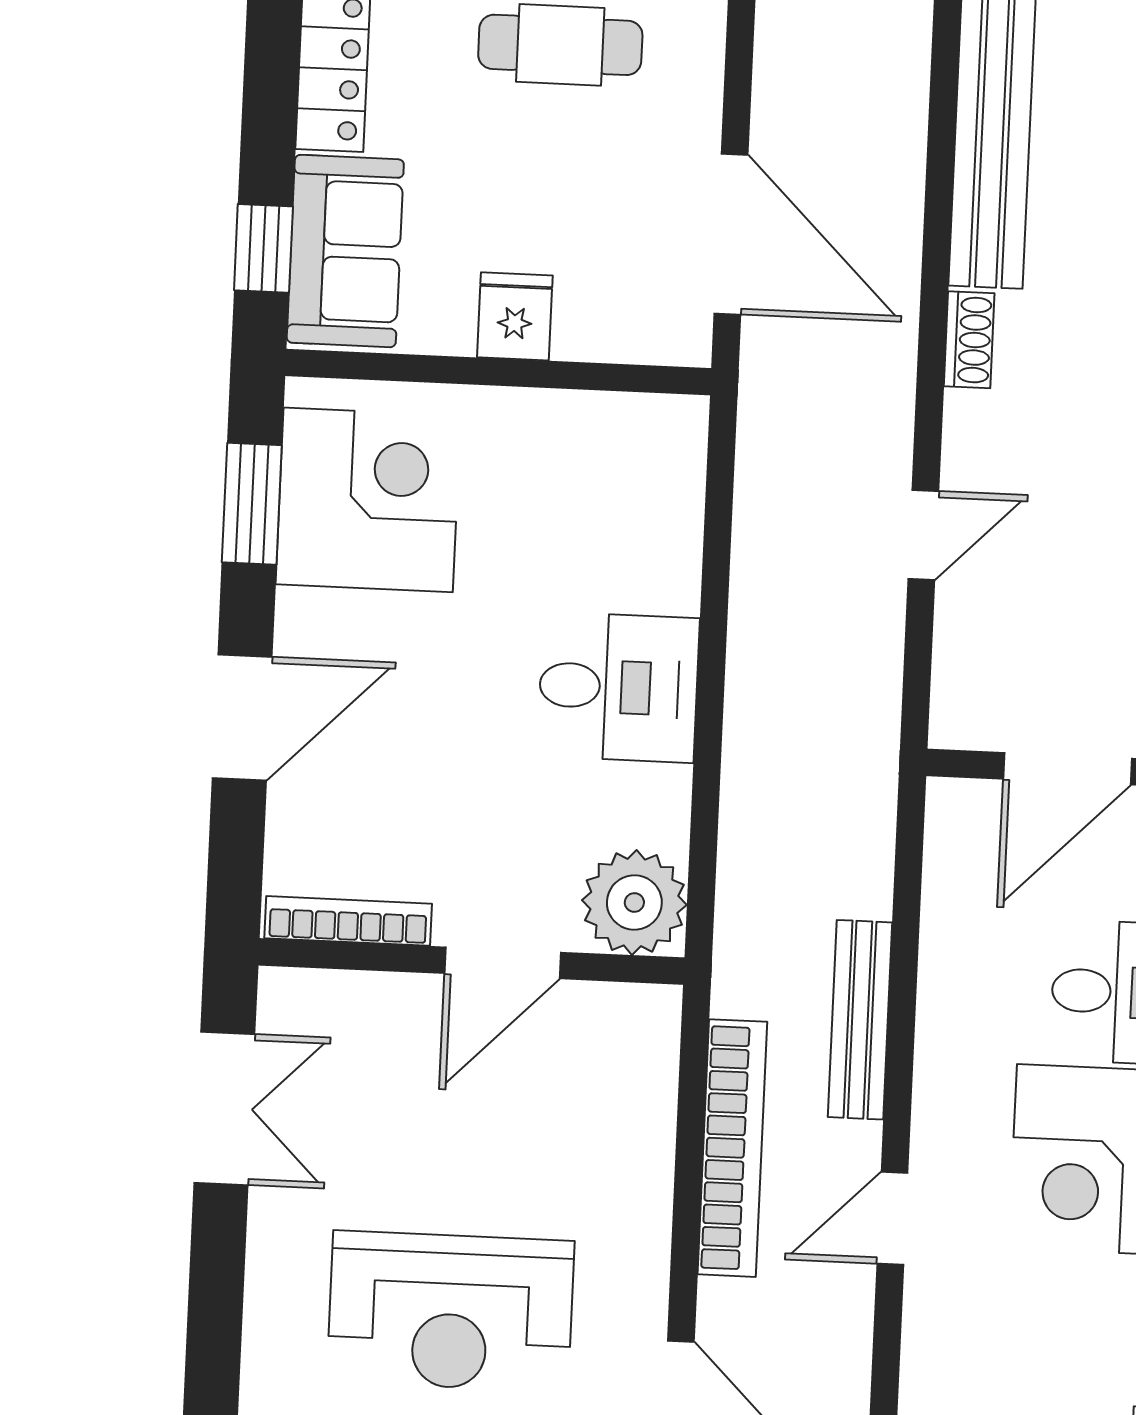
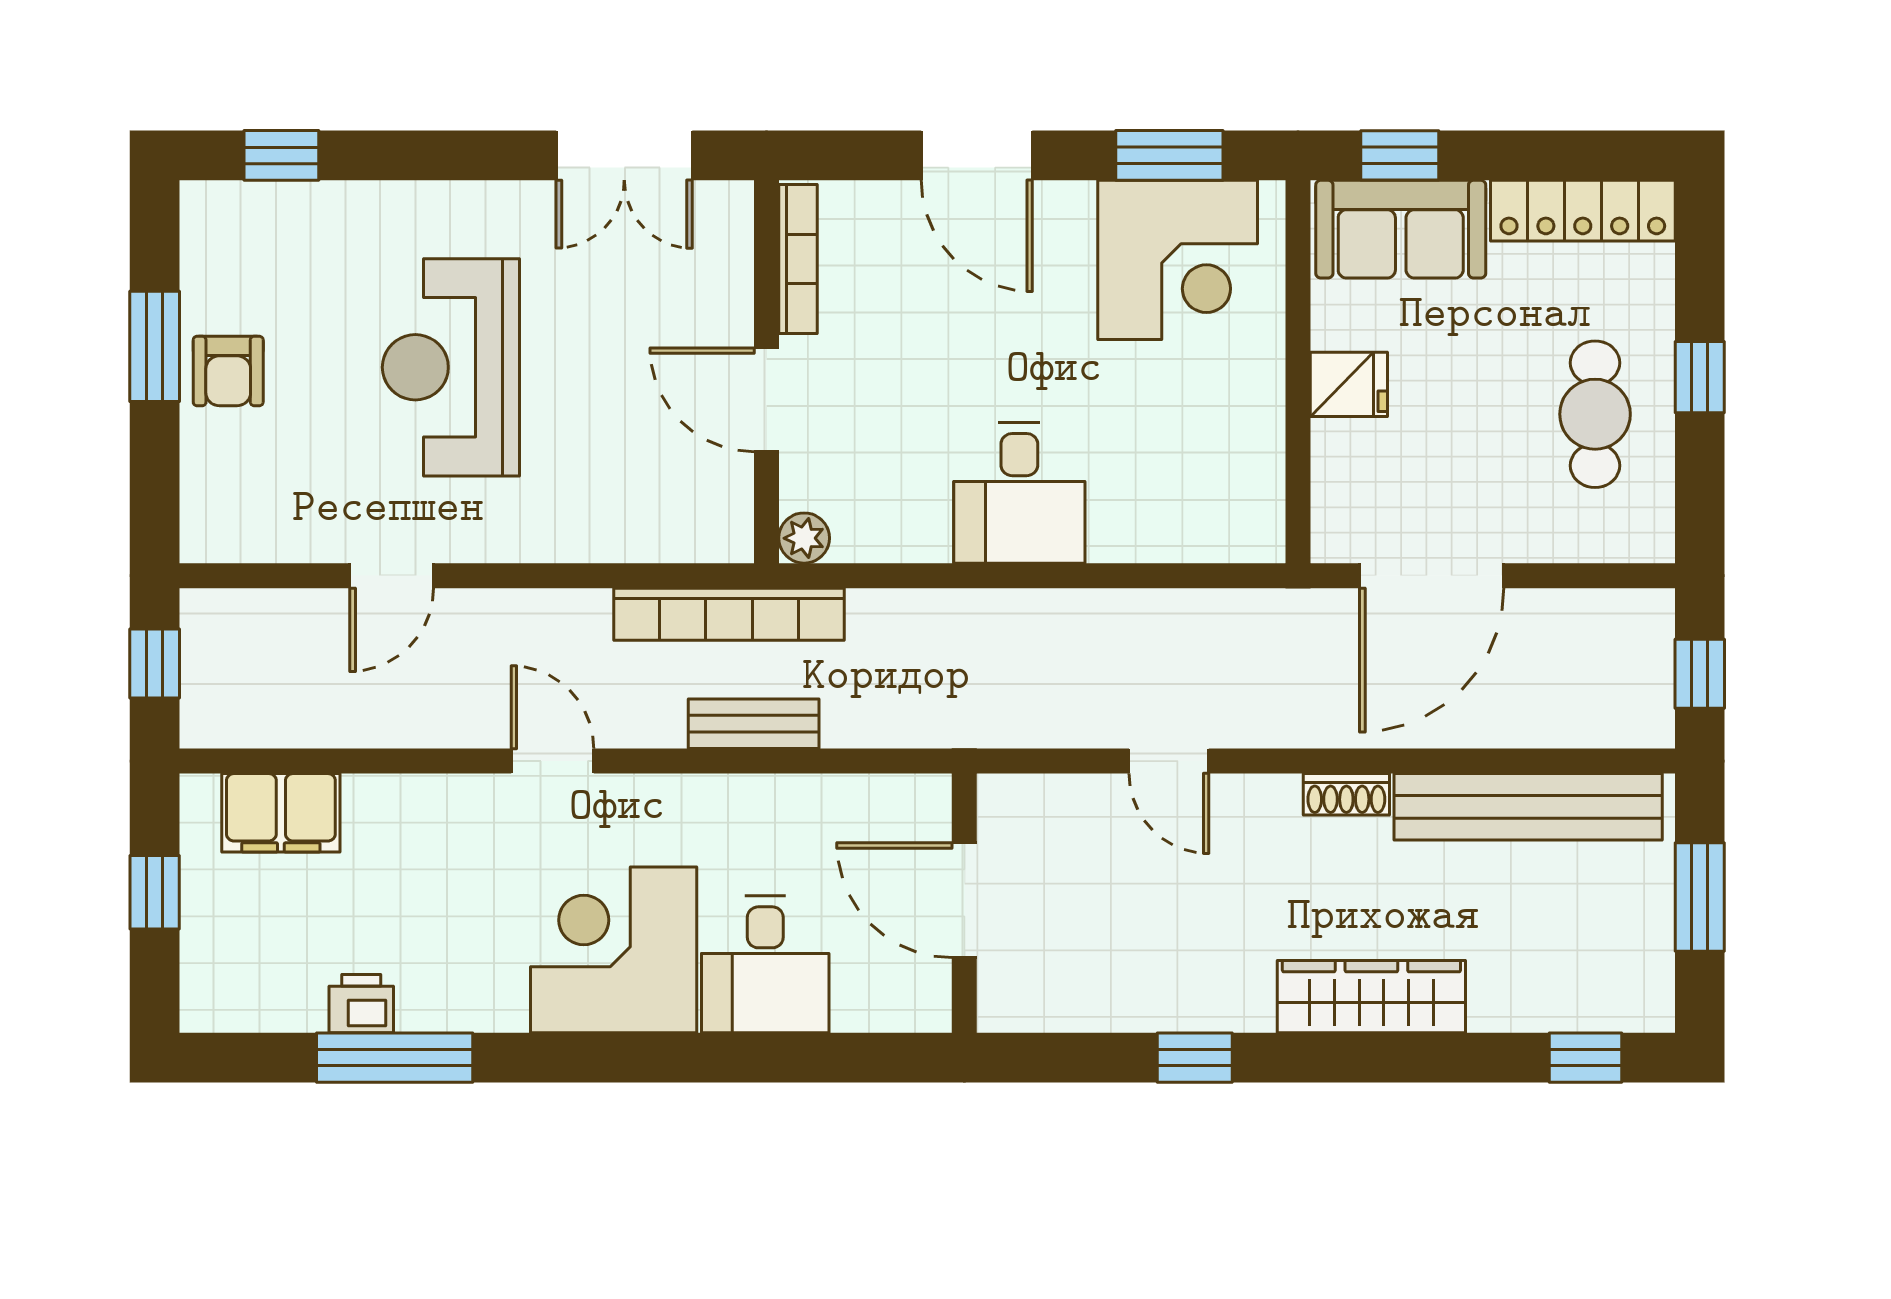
plant: (634, 903) -> (804, 538), width x0.53, depth x0.53
bench: (860, 1020) -> (754, 724), width x0.73
bookcase: (732, 1148) -> (729, 614), moved

